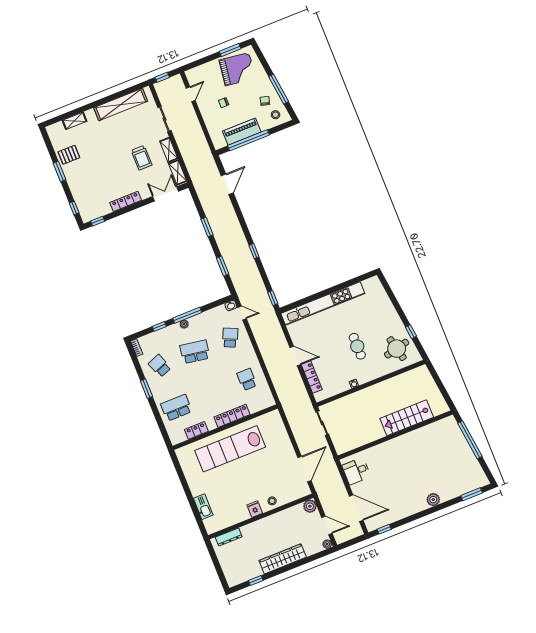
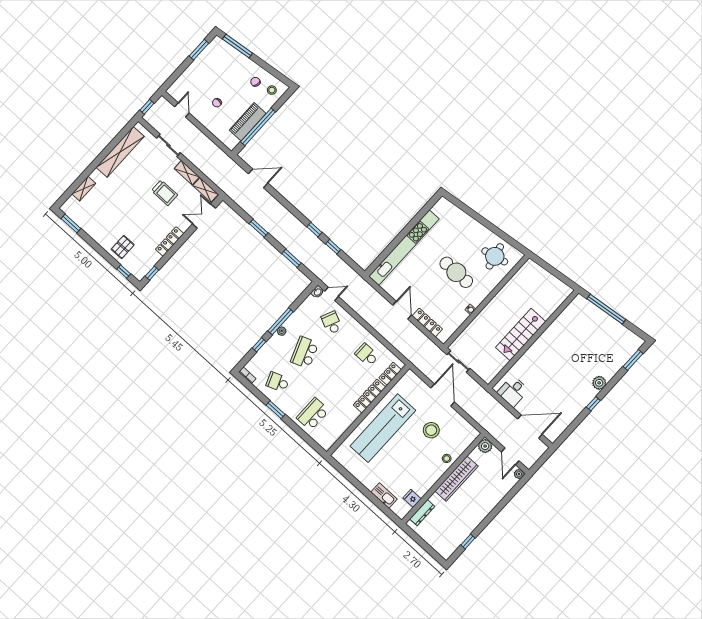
grand piano: (237, 69) -> (215, 65), removed
window: (279, 89) -> (237, 46), moved
pallet: (69, 155) -> (123, 247), moved
window: (60, 171) -> (71, 223), moved
door: (227, 184) -> (258, 178), hinge flipped
window: (273, 298) -> (333, 247), moved
window: (411, 332) -> (501, 234), removed
cafe table: (357, 346) -> (456, 272), width x1.37, depth x1.35
school desk: (195, 352) -> (305, 352), turned -30
door: (295, 356) -> (402, 310), hinge flipped
stairs: (407, 418) -> (521, 335), moved
locker: (196, 430) -> (390, 374), moved
door: (304, 469) -> (443, 395), moved
stool: (271, 470) -> (431, 430), added
fridge: (255, 509) -> (412, 498), moved
door: (327, 525) -> (510, 456), swing flipped
window: (384, 529) -> (593, 404), moved
wardrobe: (283, 559) -> (457, 479), moved, turned 180

